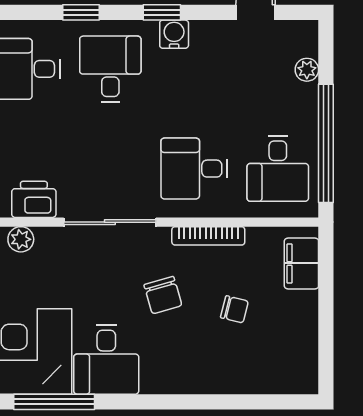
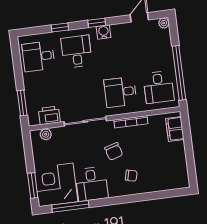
plant: (307, 70) -> (164, 23), moved
chair: (234, 309) -> (131, 176), moved

